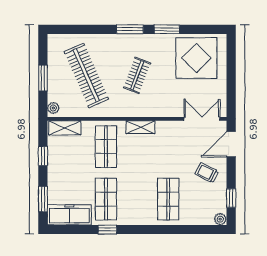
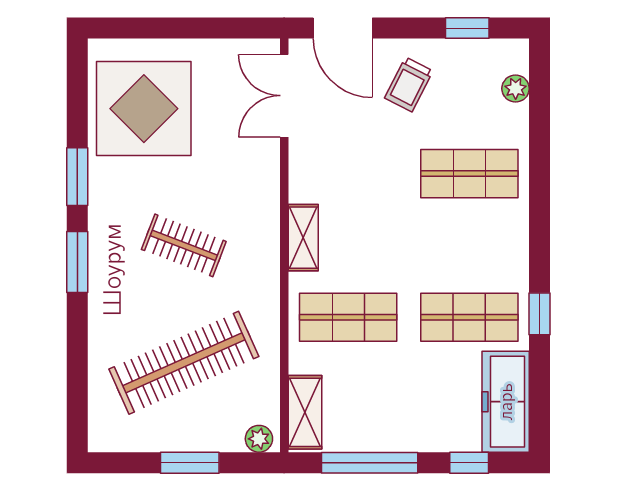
window: (43, 156) -> (370, 463), width x2.17
window: (43, 199) -> (469, 463), width x0.67
plant: (220, 219) -> (516, 89), moved

